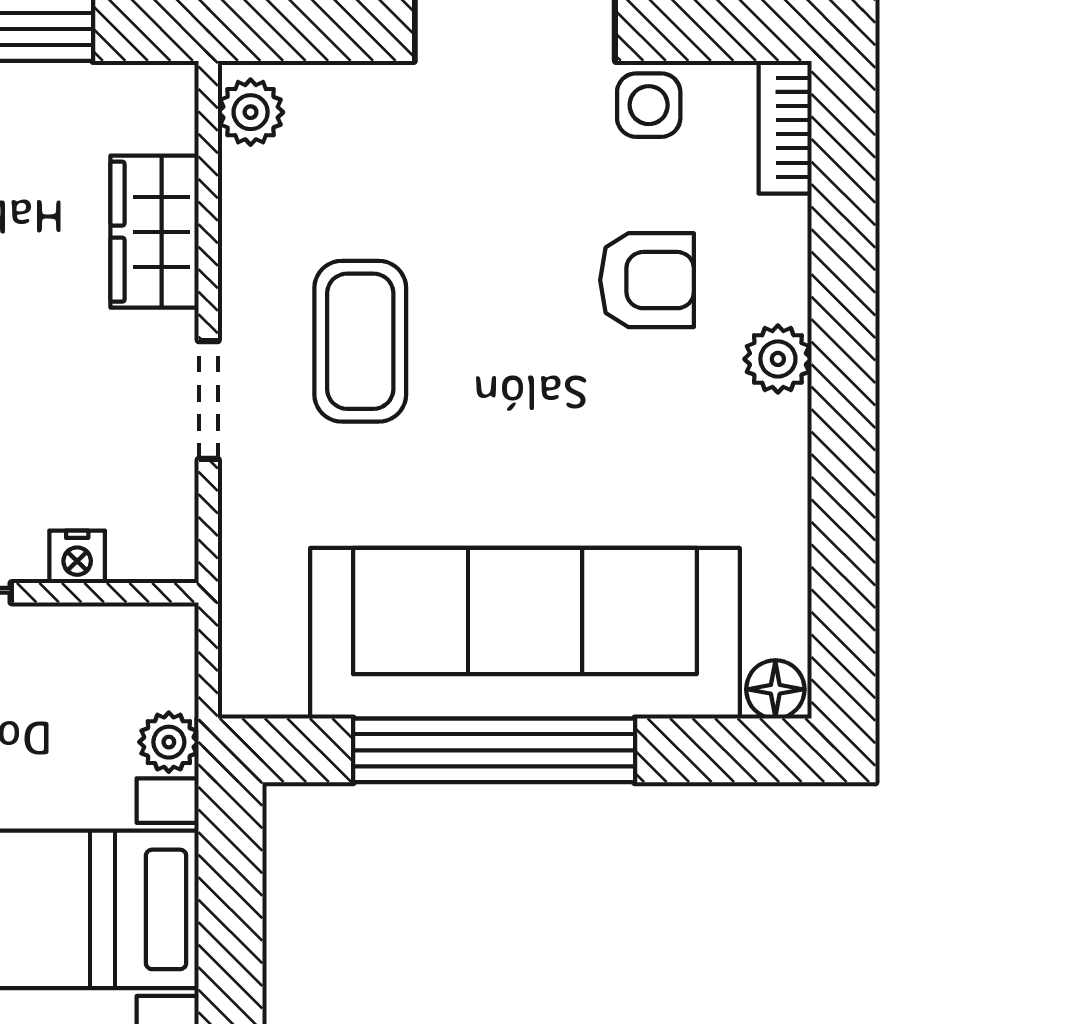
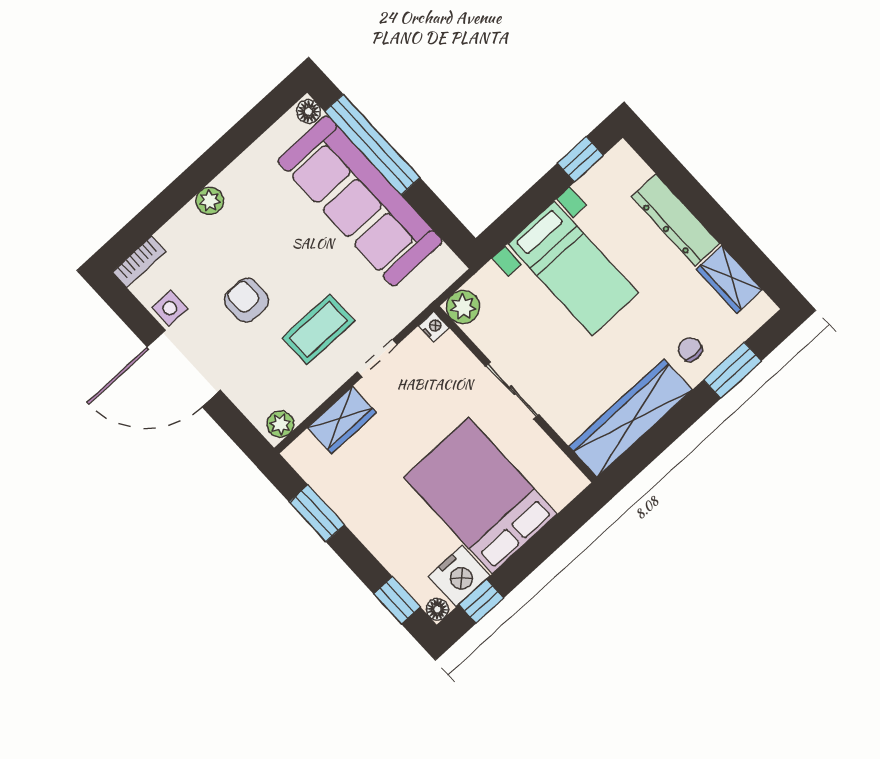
armchair: (647, 280) -> (246, 300), moved
nightstand: (77, 557) -> (434, 327), moved
plant: (169, 742) -> (463, 307), moved, width x1.38, depth x1.38
window: (494, 750) -> (372, 145), moved

